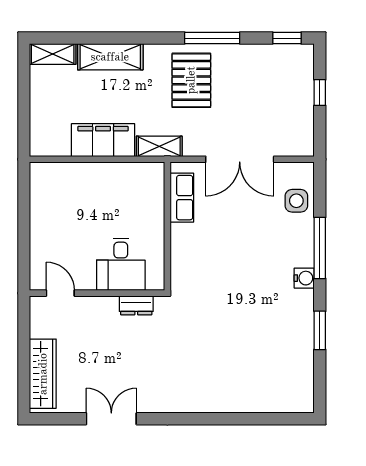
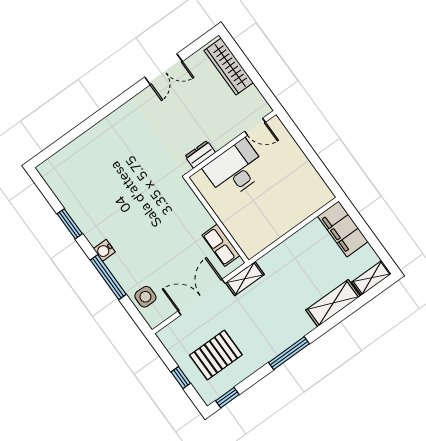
window: (212, 38) -> (289, 353), moved
pallet: (191, 80) -> (216, 355), moved, turned 90
filing cabinet: (103, 140) -> (343, 229), moved, turned 90
shelving: (159, 146) -> (245, 279), moved
desk: (121, 264) -> (235, 169), width x1.37

